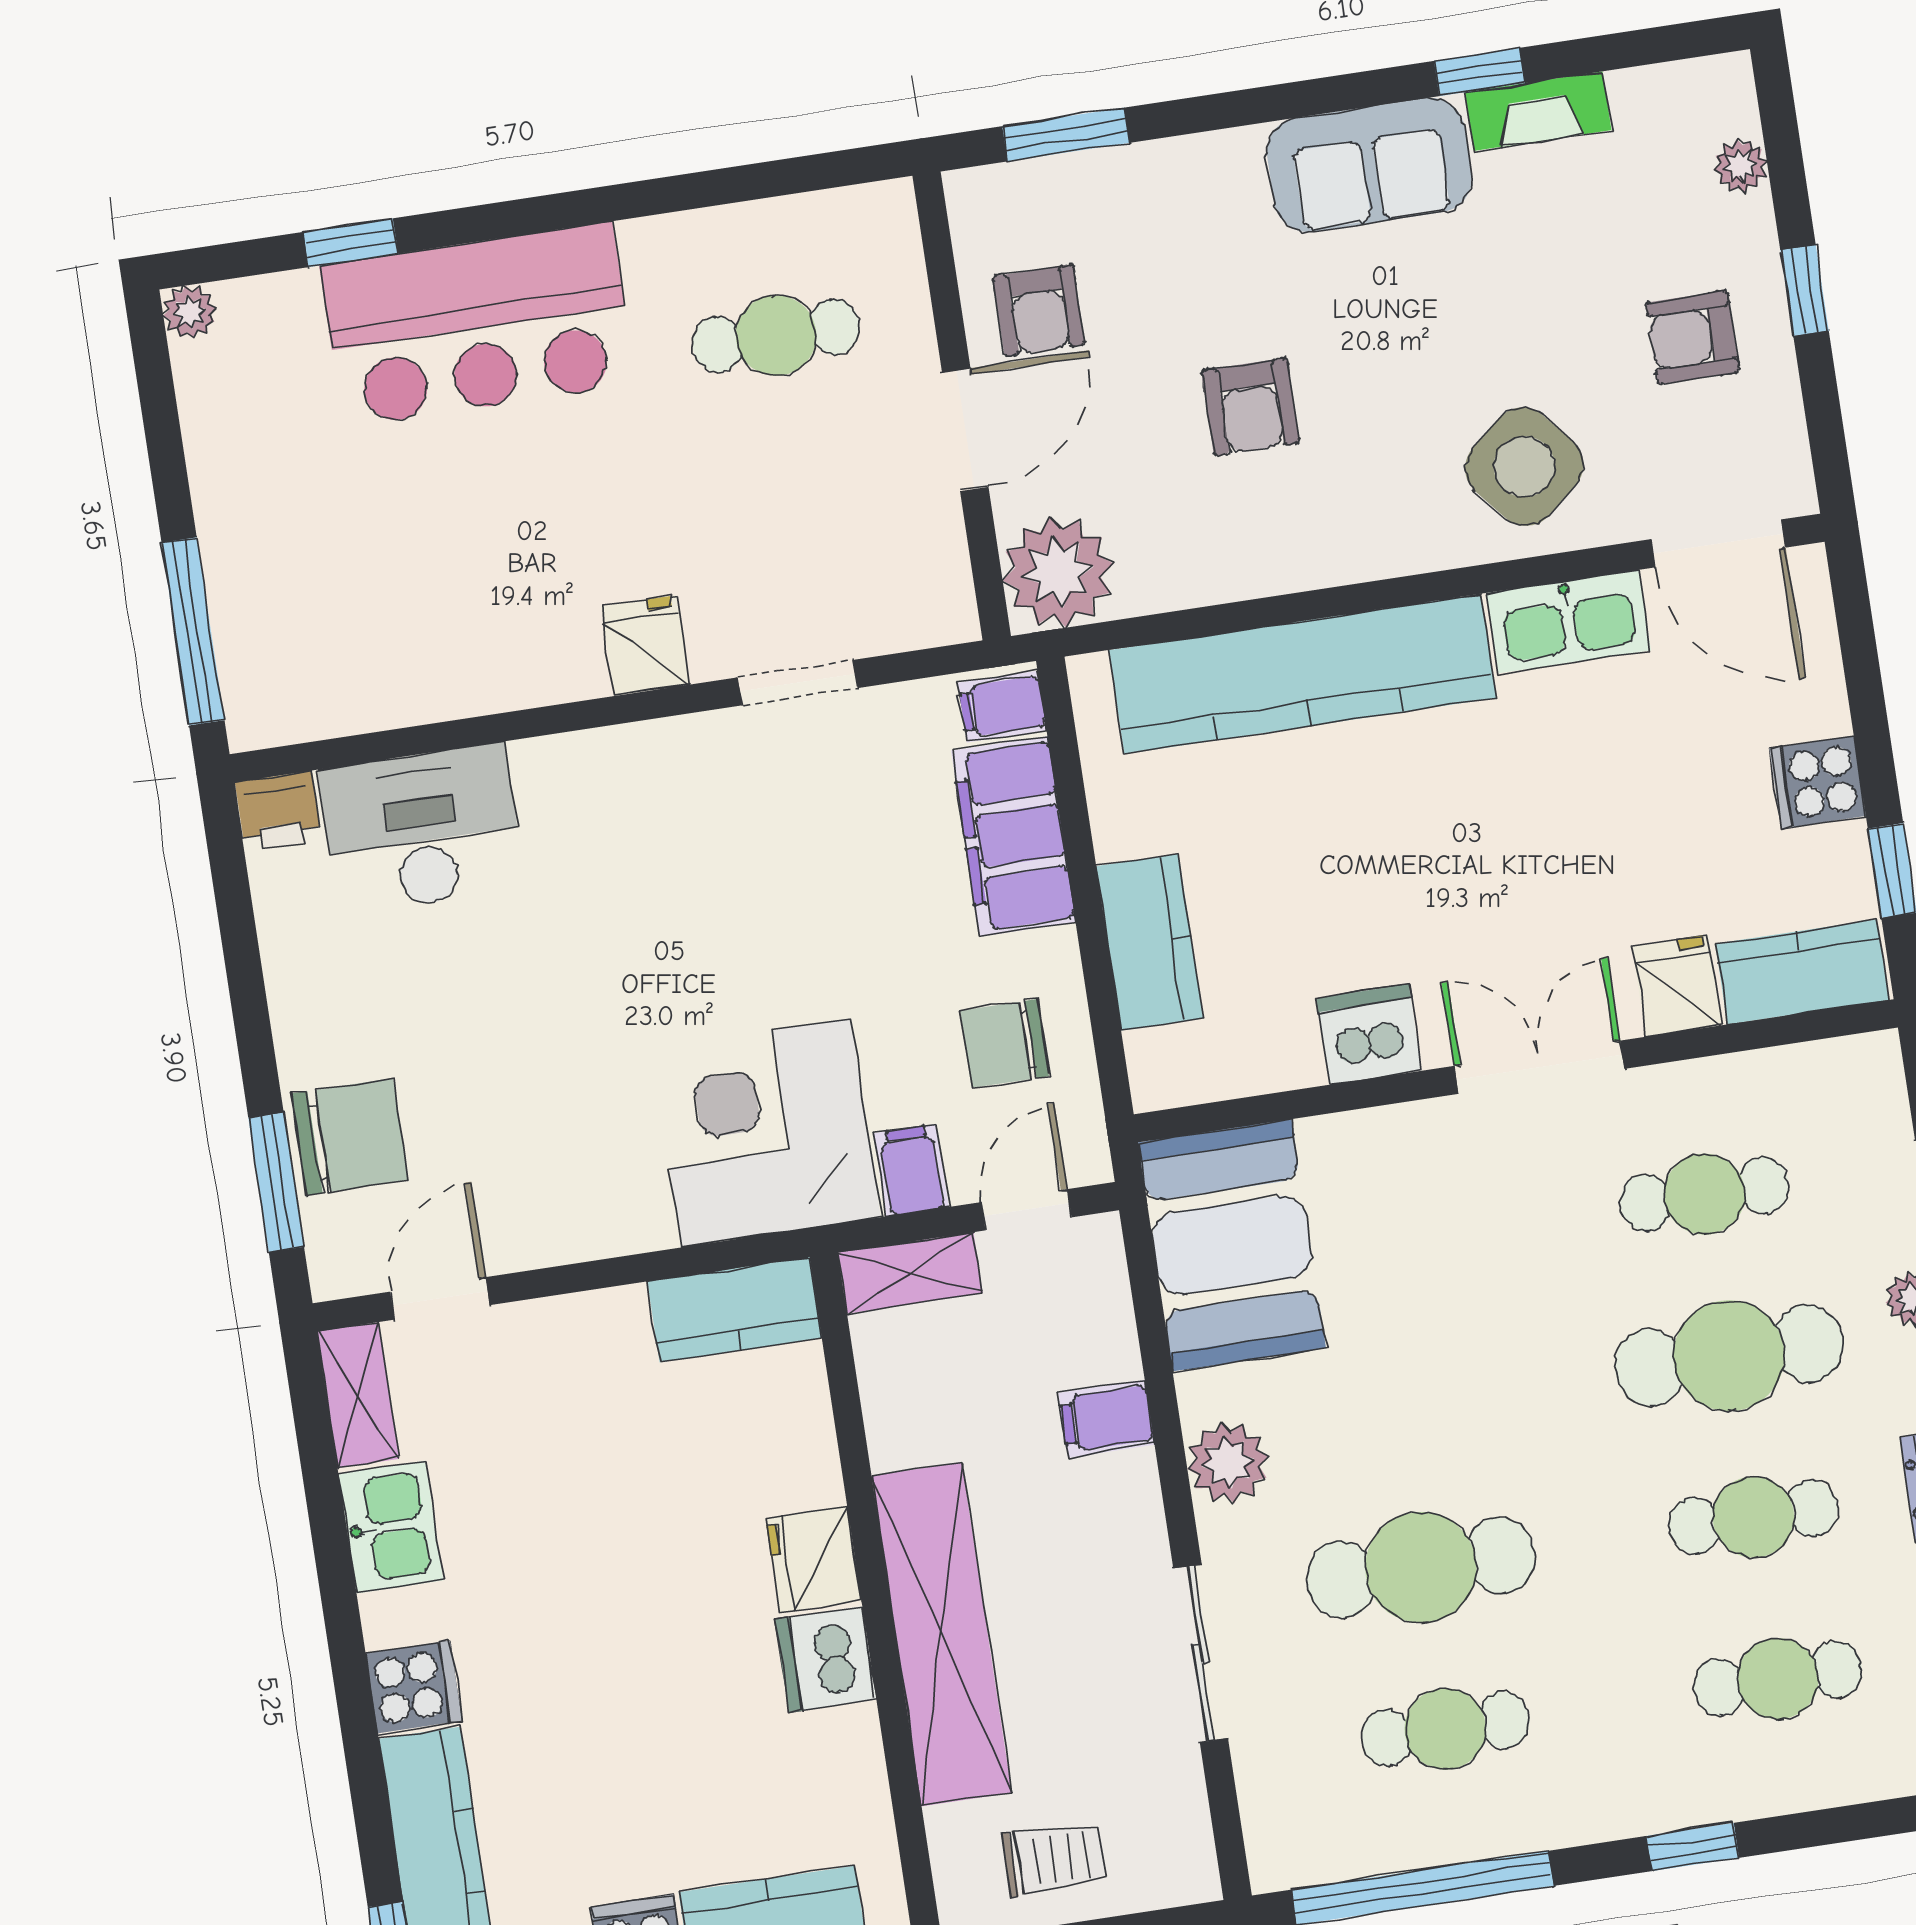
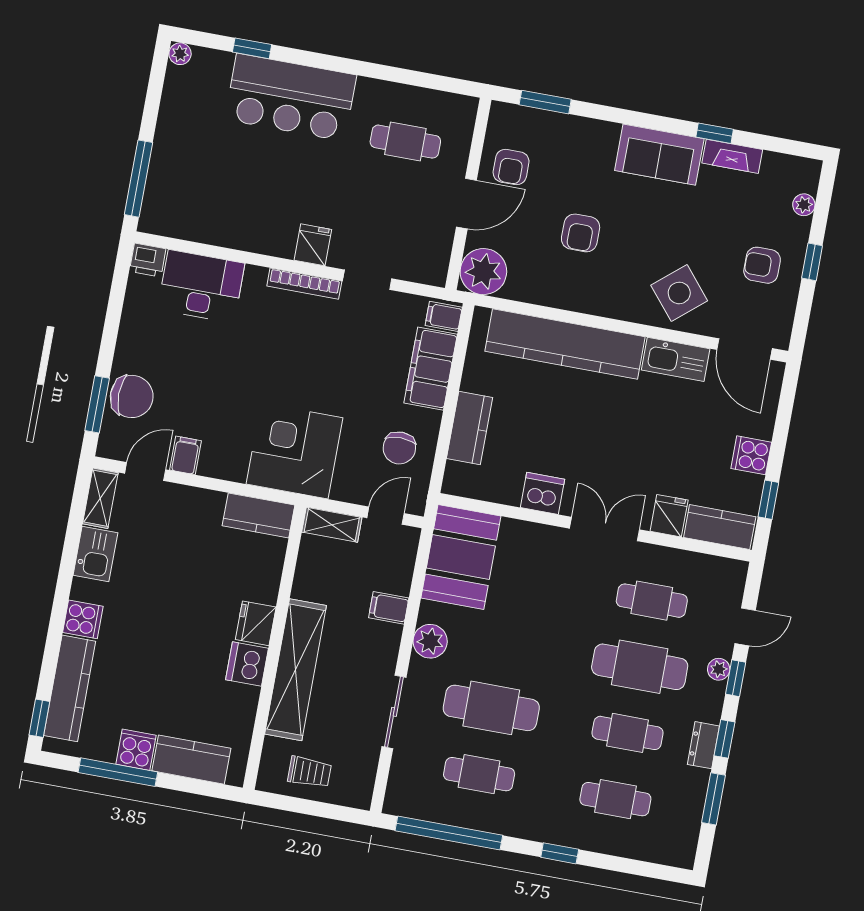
bookcase: (657, 741) -> (304, 284), added
chair: (1005, 1043) -> (399, 448), turned -90
filing cabinet: (911, 1170) -> (185, 455), moved

